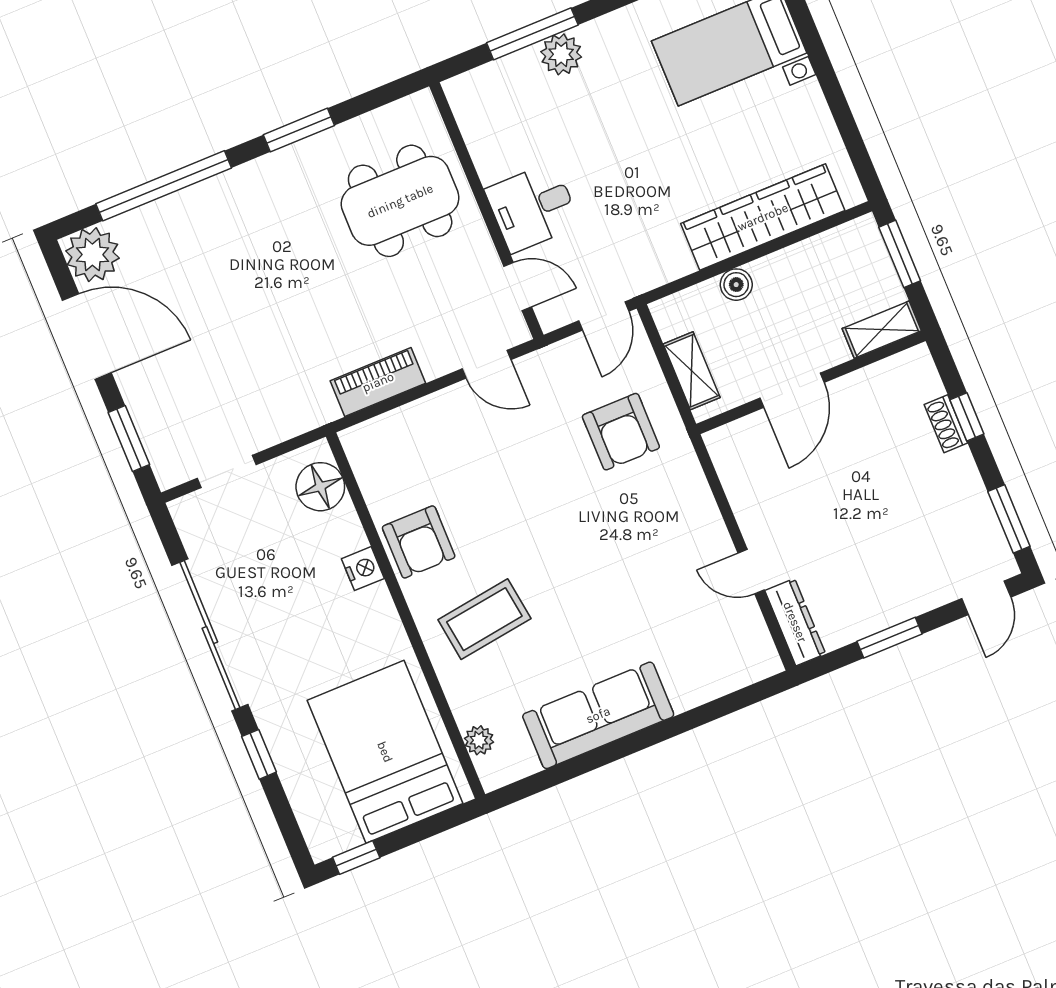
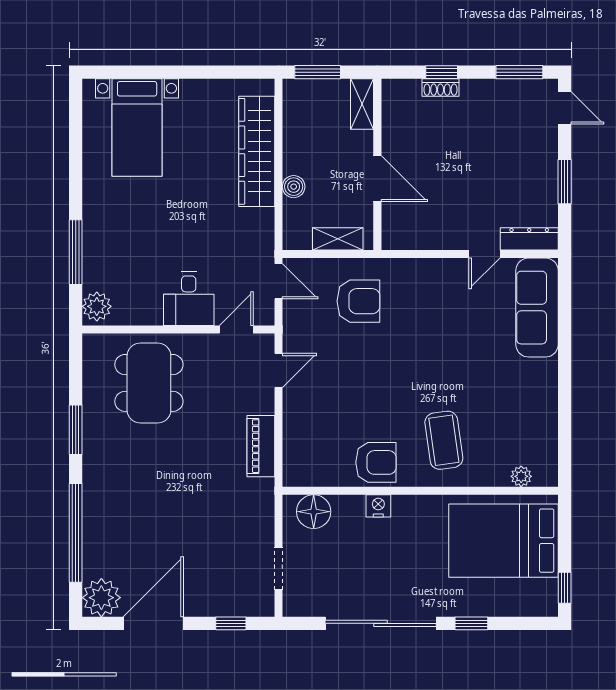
plant: (561, 54) -> (97, 306), moved
window: (129, 438) -> (231, 623), width x0.67
sofa: (598, 715) -> (537, 308), moved

